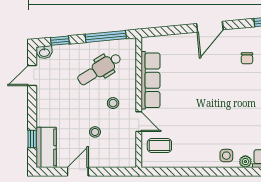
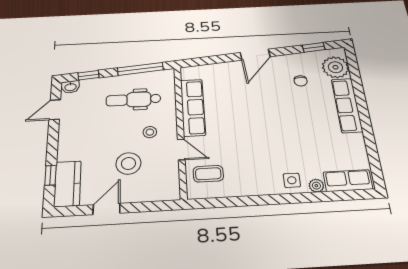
dental chair: (99, 69) -> (133, 100), turned 32
stool: (95, 132) -> (128, 163), width x1.89, depth x1.89

